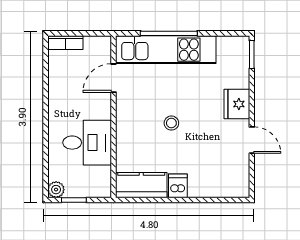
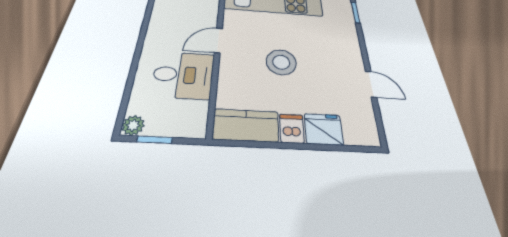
door: (114, 78) -> (218, 40), moved
fridge: (237, 104) -> (324, 129), moved, turned 90
stool: (171, 123) -> (281, 62), width x1.89, depth x1.89

